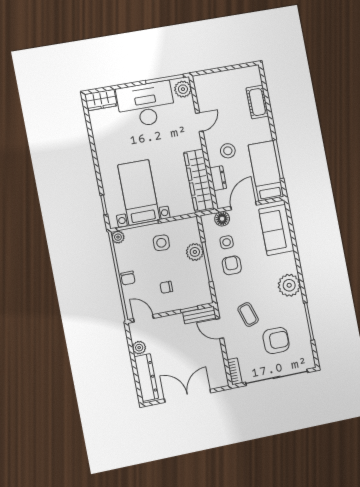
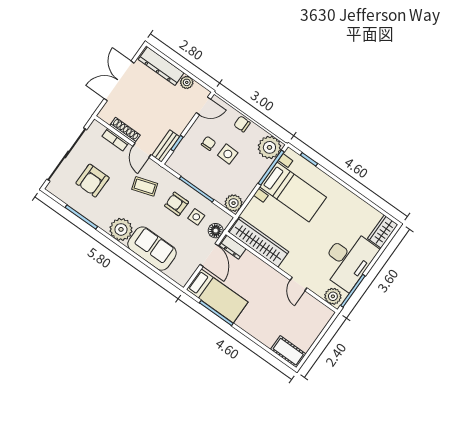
cot: (257, 102) -> (288, 352), moved
stool: (228, 151) -> (258, 283), removed
dresser: (218, 178) -> (233, 247), moved
sofa: (276, 230) -> (152, 249), moved
plant: (118, 237) -> (269, 147), width x1.88, depth x1.88
side table: (161, 243) -> (228, 154), moved
plant: (195, 252) -> (234, 203), moved
armchair: (232, 265) -> (177, 204), turned 180
coffee table: (248, 315) -> (145, 186), moved
door: (220, 329) -> (142, 150), swing flipped
shoe rack: (218, 355) -> (125, 130), added
bookcase: (235, 371) -> (115, 140), moved
double door: (188, 396) -> (119, 81), swing flipped

